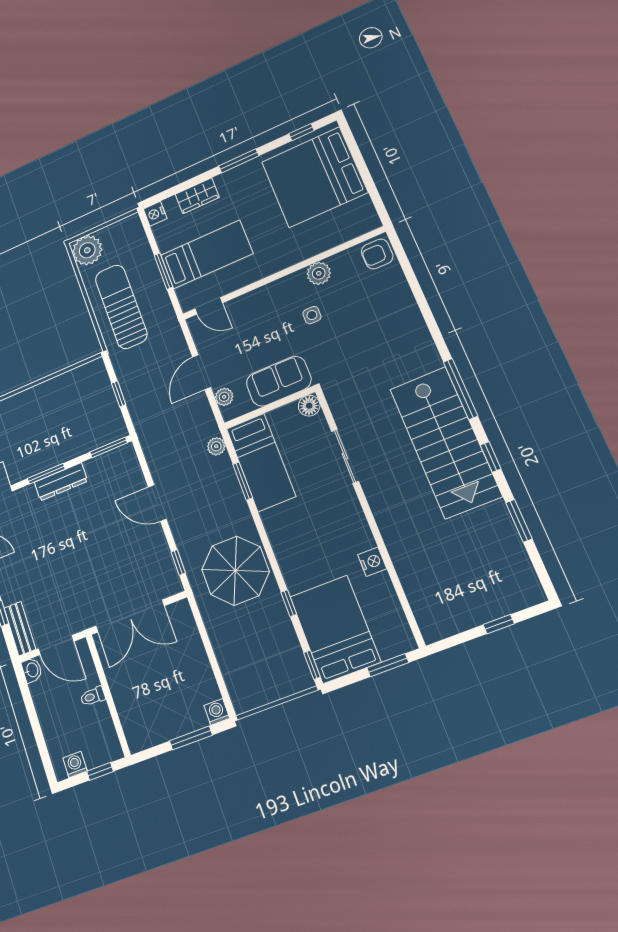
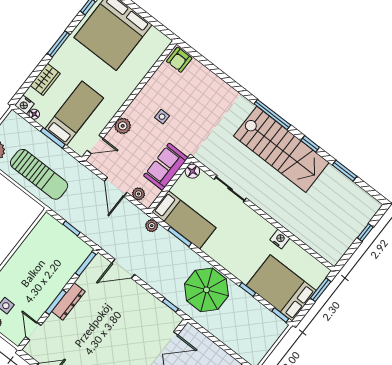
floor lamp: (159, 231) -> (34, 114), added
plant: (319, 273) -> (123, 126), moved
sun lounger: (121, 307) -> (39, 174), turned 180
door: (157, 503) -> (123, 269), moved

